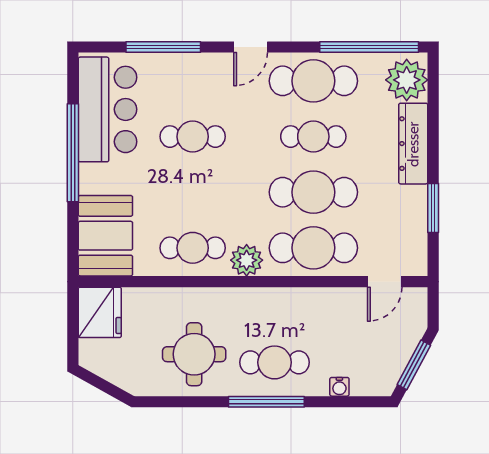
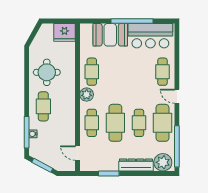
window: (163, 47) -> (177, 59), removed
cafe table: (193, 137) -> (162, 72), moved
booth: (105, 236) -> (110, 35), moved
cafe table: (313, 248) -> (92, 123), width x0.73, depth x0.74
window: (266, 402) -> (27, 132), moved

